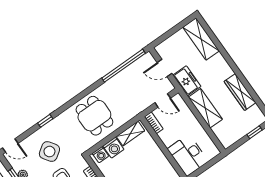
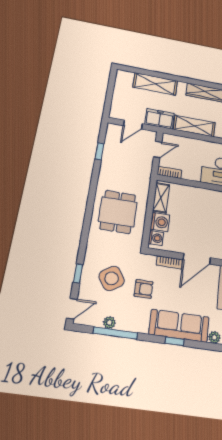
shelving: (201, 39) -> (155, 84), moved
window: (124, 66) -> (99, 151), width x0.32
dining table: (94, 116) -> (118, 212), turned 90
window: (45, 121) -> (78, 273), moved

